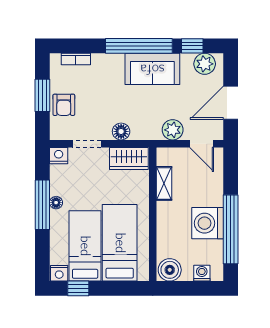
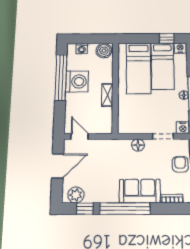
sofa: (152, 69) -> (140, 191), moved
plant: (173, 130) -> (100, 146), removed
wardrobe: (129, 158) -> (132, 126), removed
shelving: (164, 183) -> (107, 95), moved

